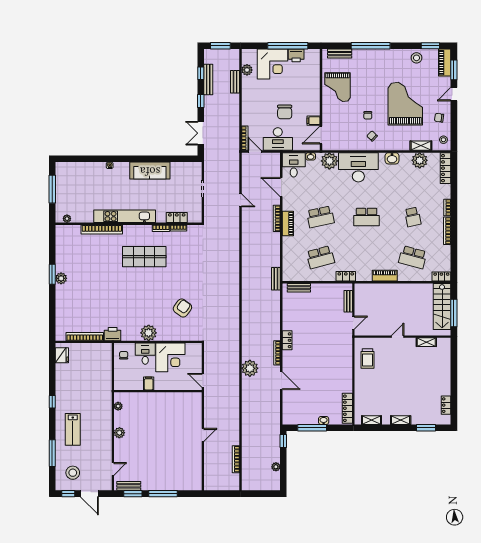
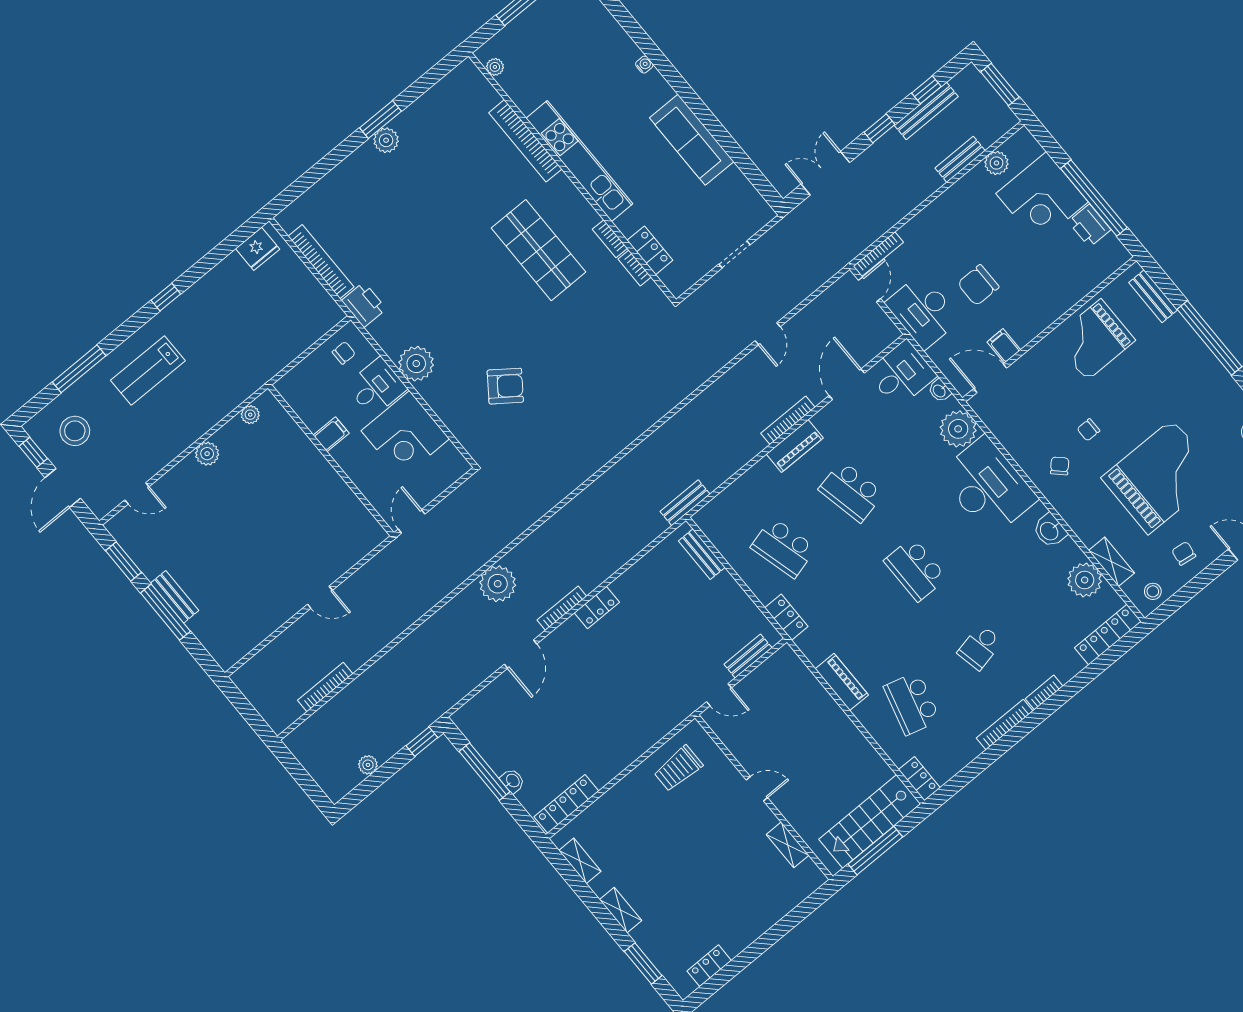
bench: (129, 486) -> (175, 597), moved

